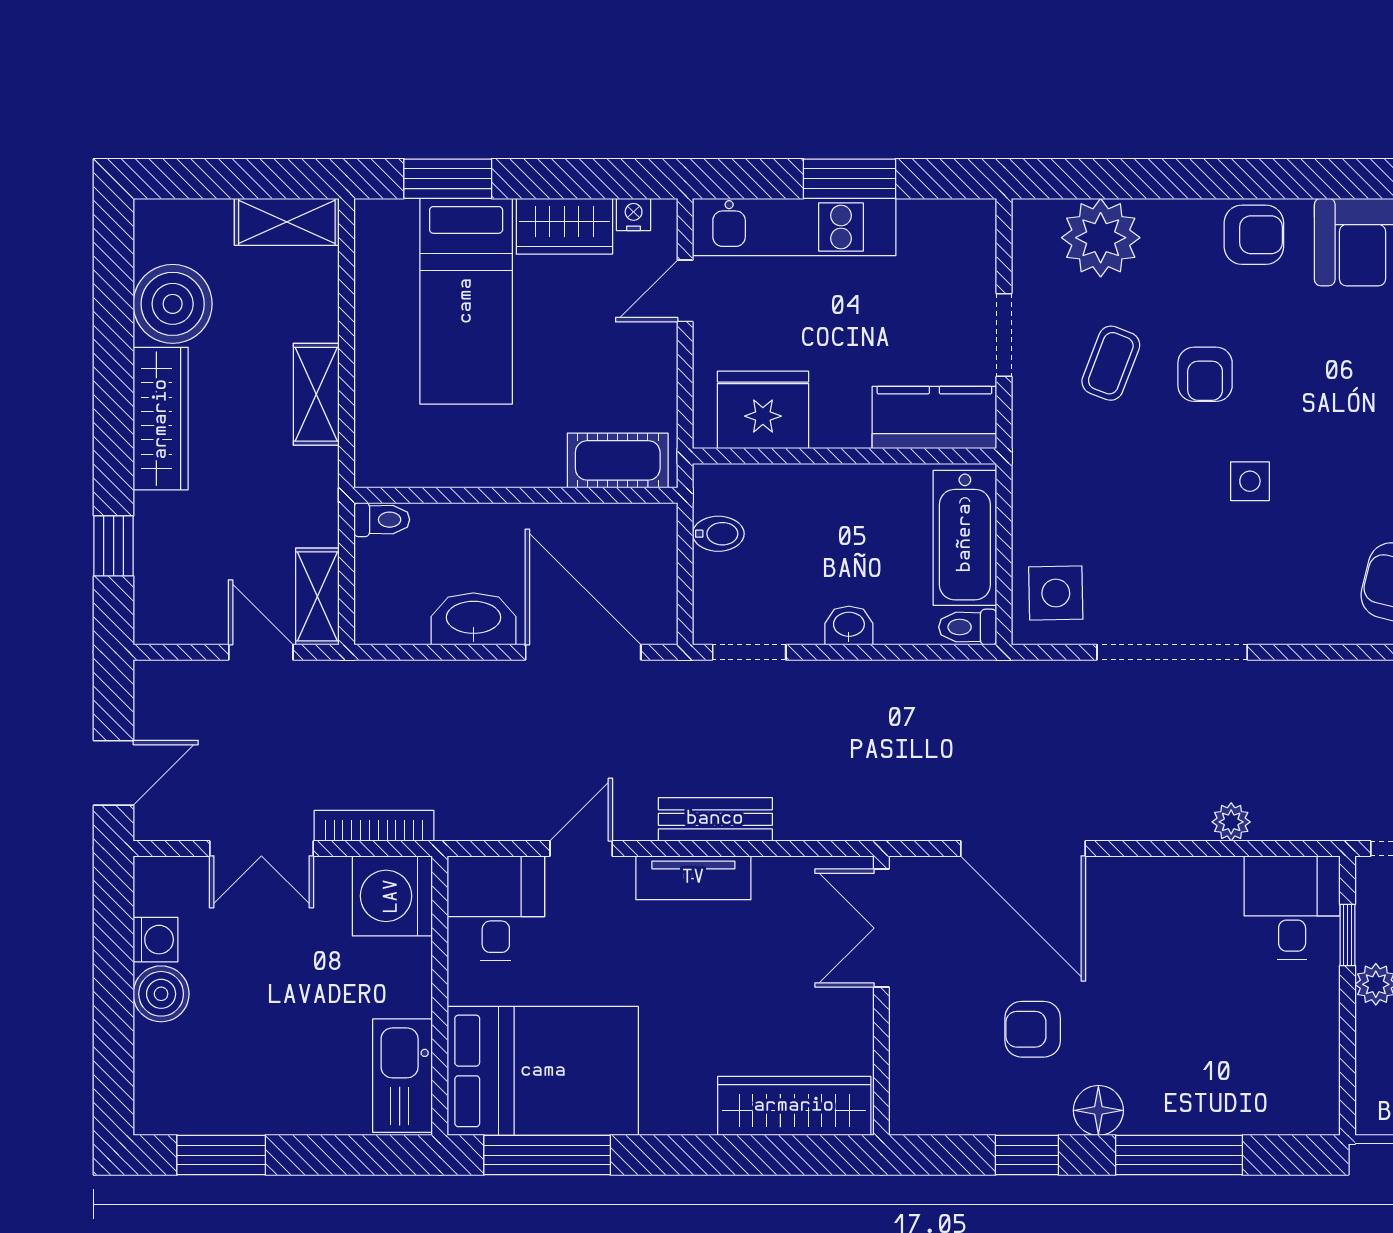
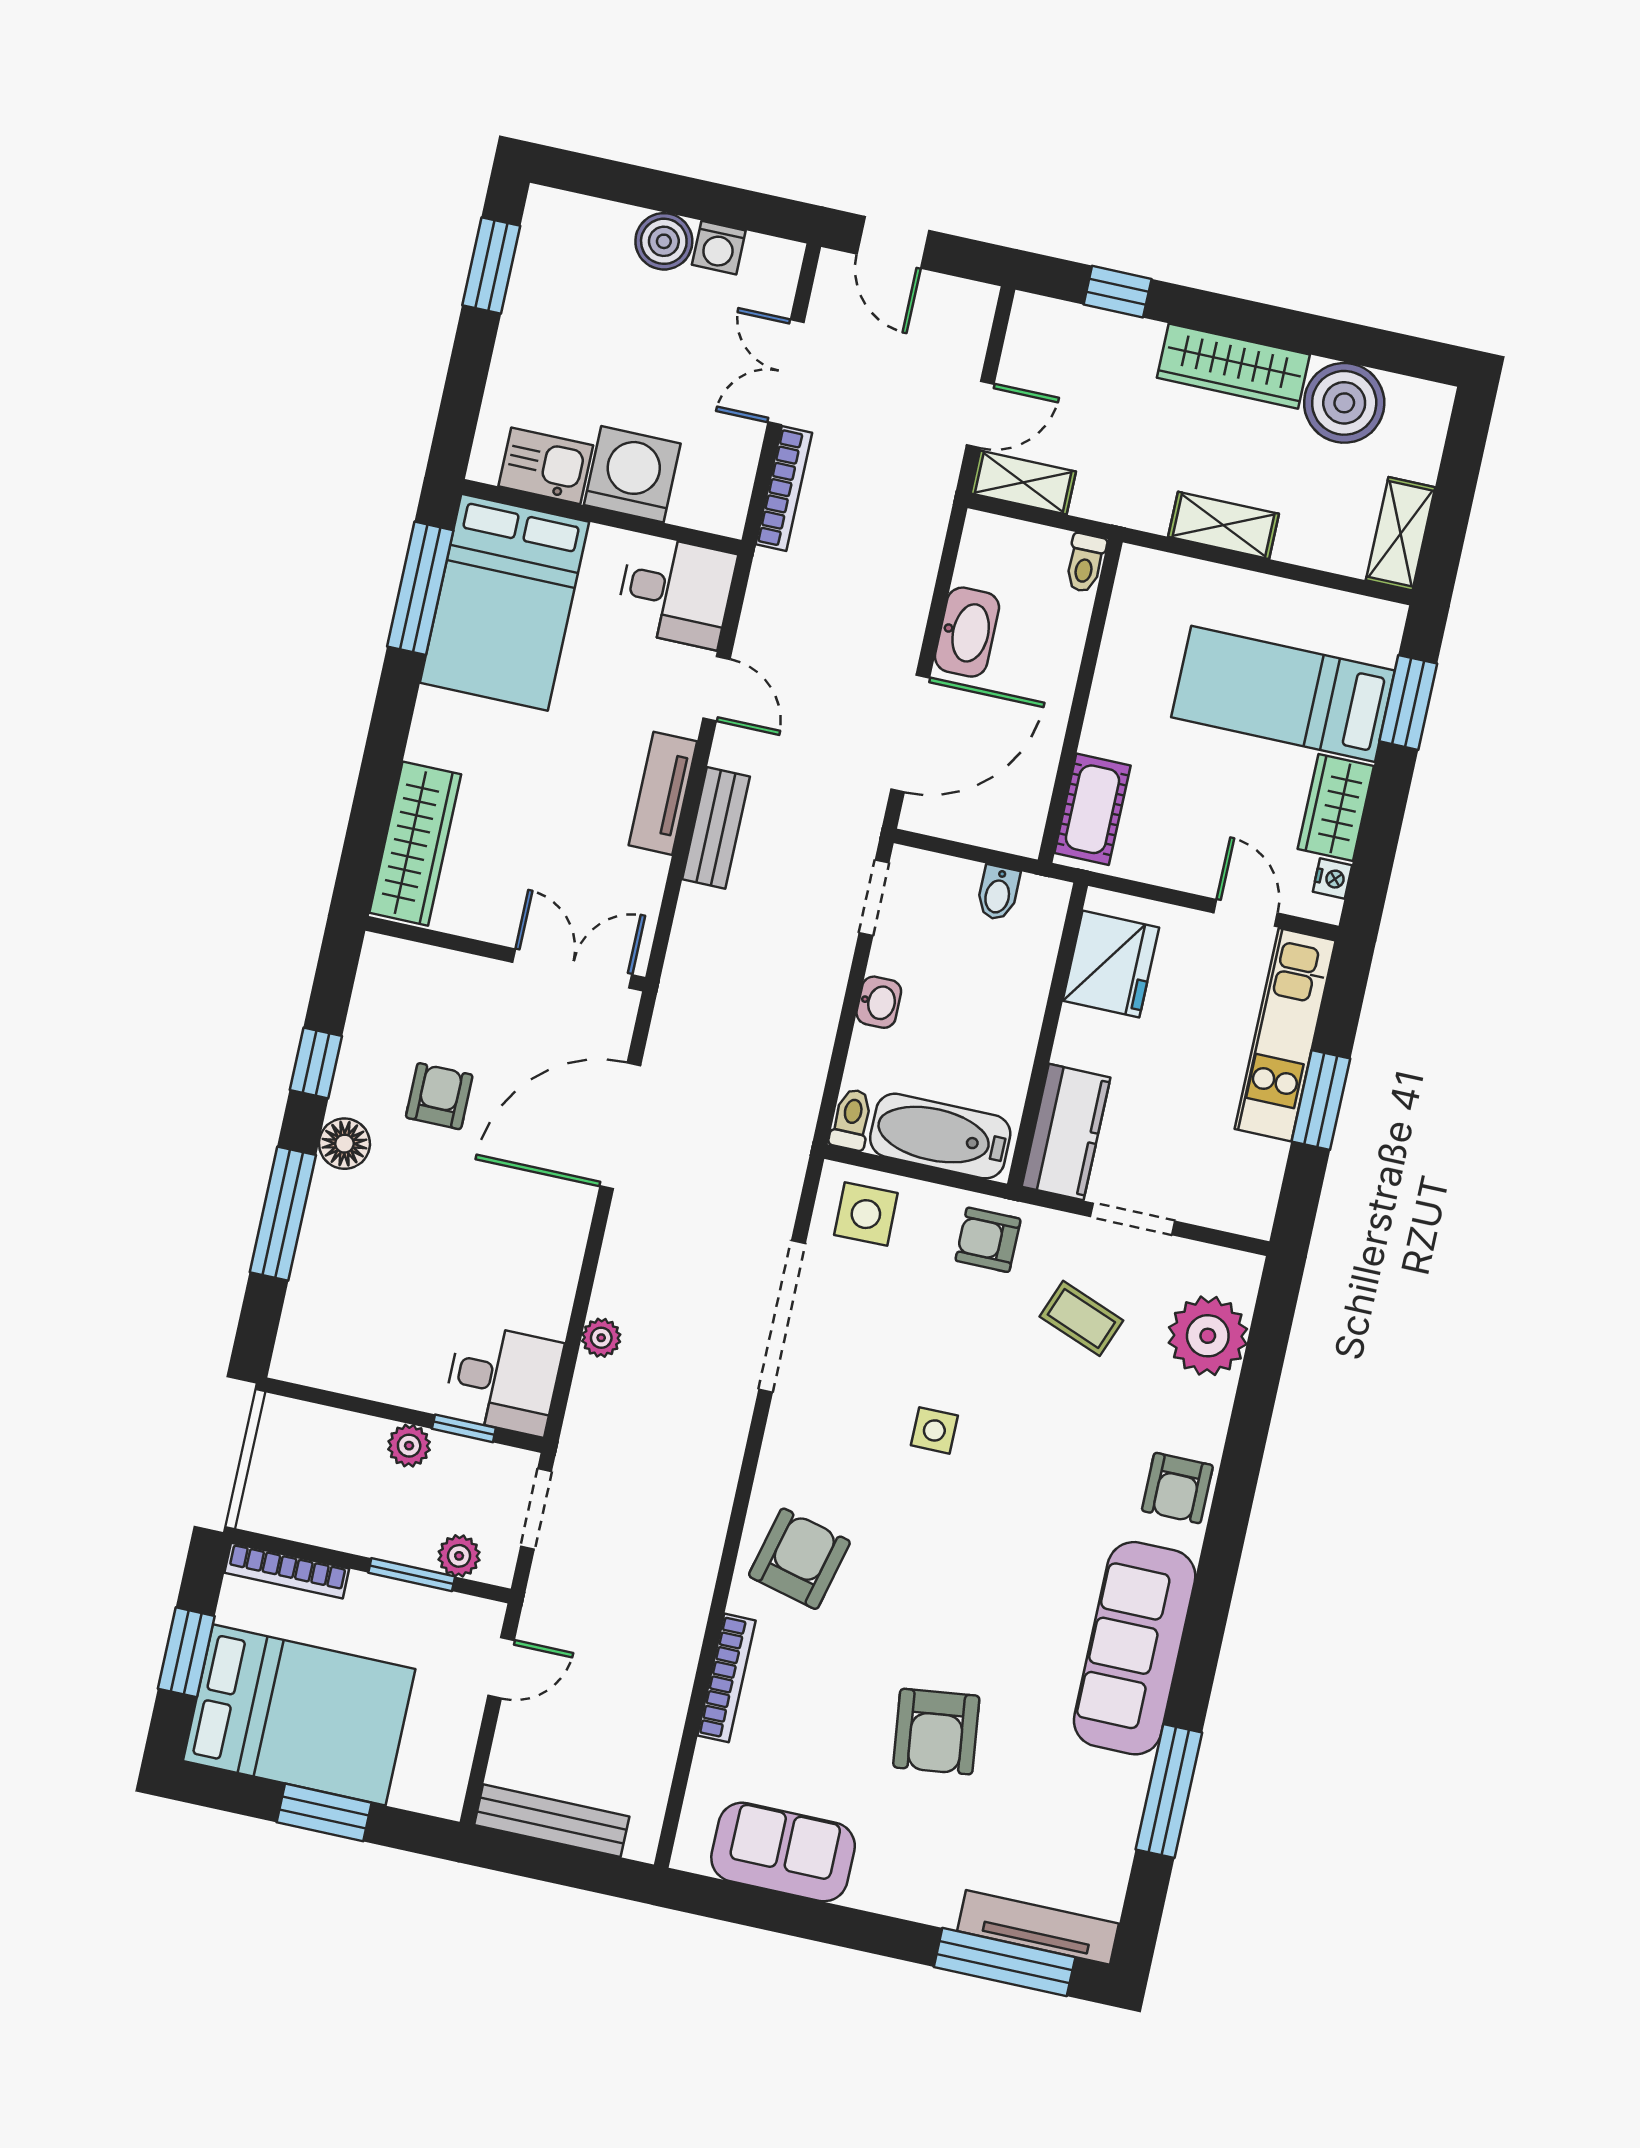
armchair: (1205, 374) -> (988, 1240), moved
washing machine: (392, 896) -> (632, 474), moved
kitchen sink: (403, 1076) -> (546, 466), width x0.73

